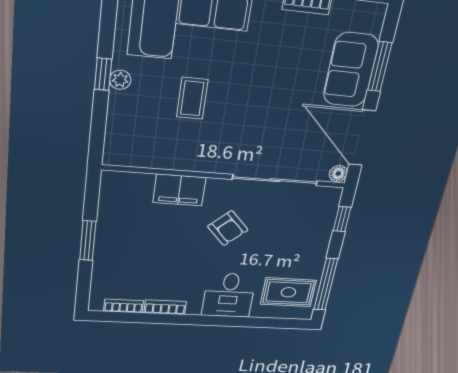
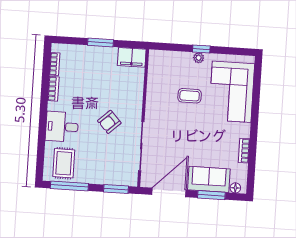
floor lamp: (338, 174) -> (235, 188), moved
filing cabinet: (179, 190) -> (132, 57), moved, turned -90
window: (342, 219) -> (116, 189), width x1.50

